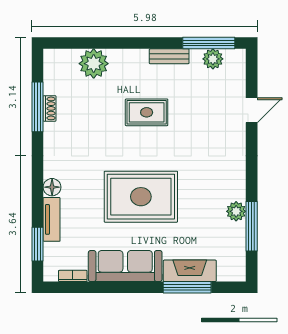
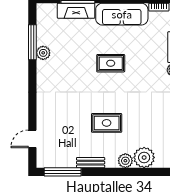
plant: (213, 59) -> (125, 161), moved
door: (252, 110) -> (32, 139), moved
rug: (141, 197) -> (111, 63), width x0.54, depth x0.49

